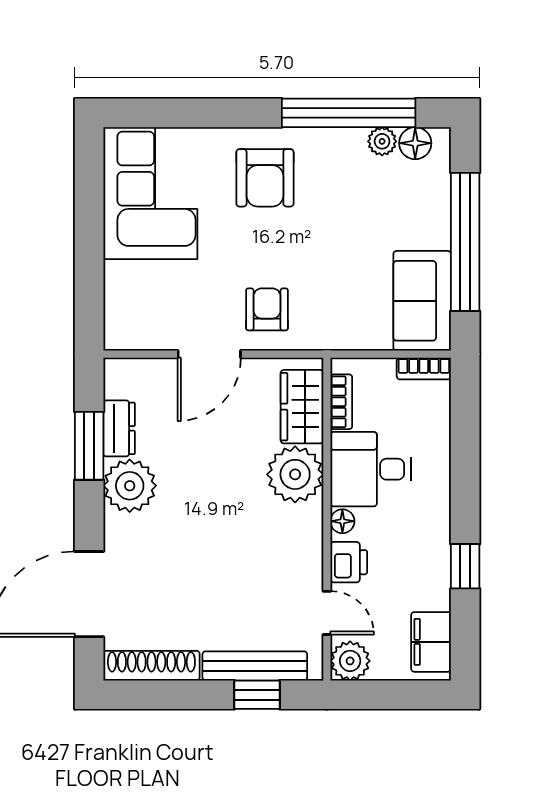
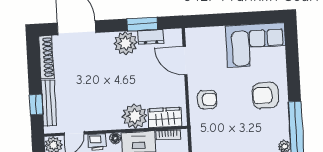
door: (209, 354) -> (185, 61), moved

